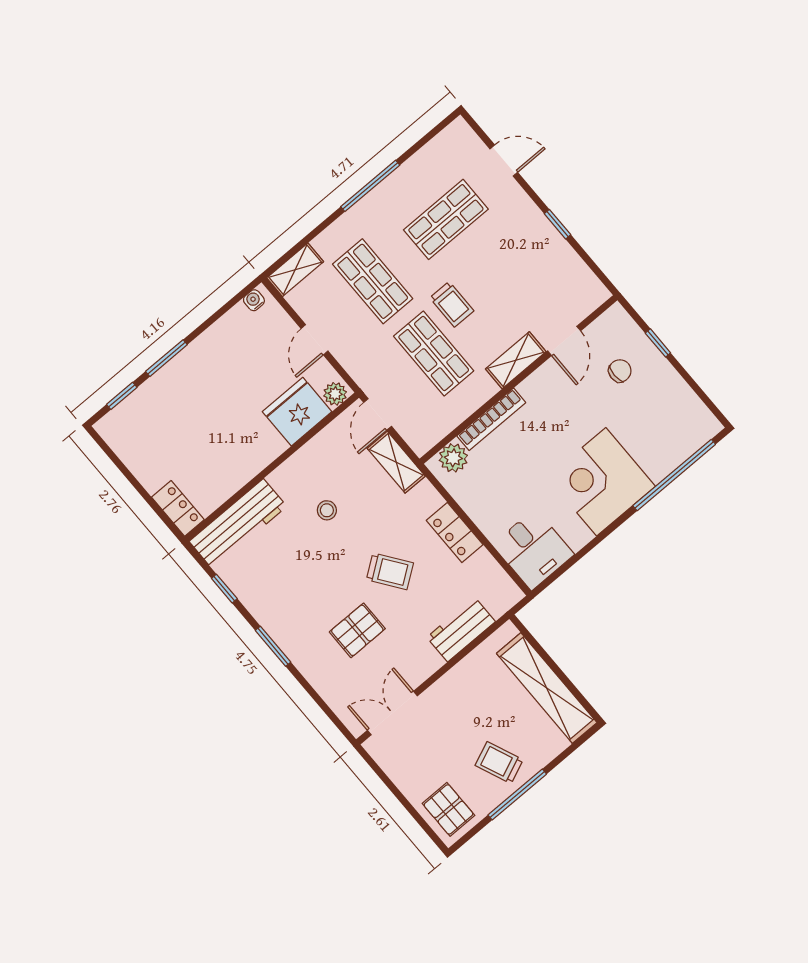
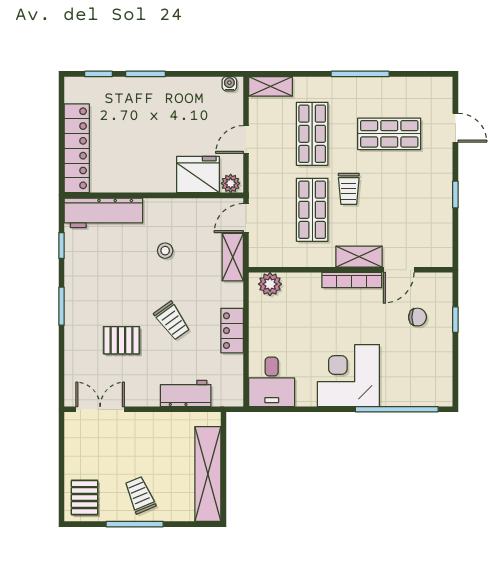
bookcase: (491, 419) -> (352, 280), moved
locker: (178, 508) -> (77, 148), width x2.16, depth x1.21

